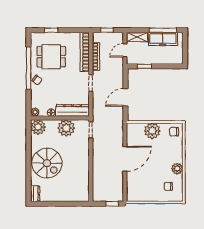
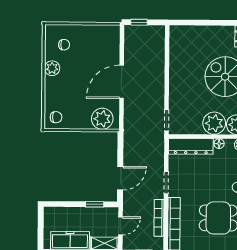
door: (125, 97) -> (120, 178), moved
plant: (66, 128) -> (214, 123), moved
plant: (152, 131) -> (102, 119), moved

